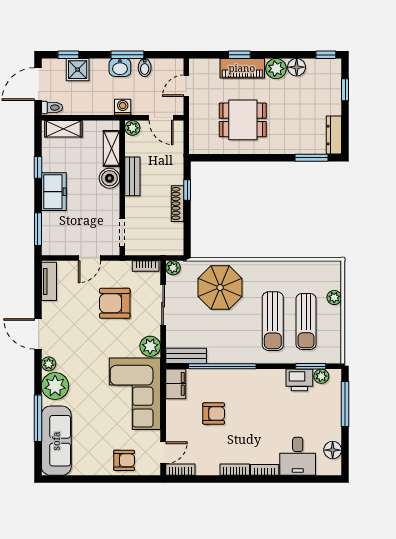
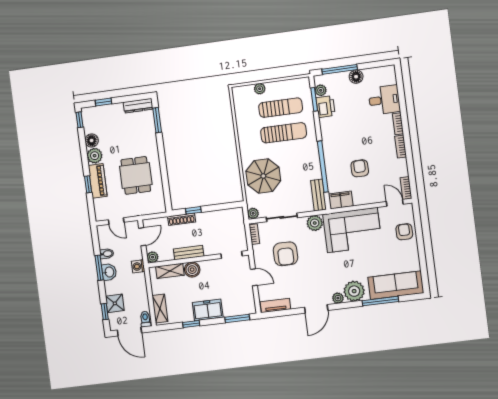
shoe rack: (177, 204) -> (182, 219), moved
floor lamp: (333, 450) -> (356, 77), moved

